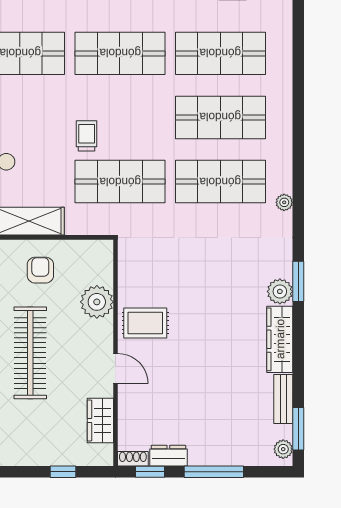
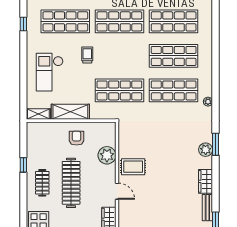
trolley: (87, 136) -> (87, 55), moved
wardrobe: (280, 339) -> (206, 181), width x0.67

